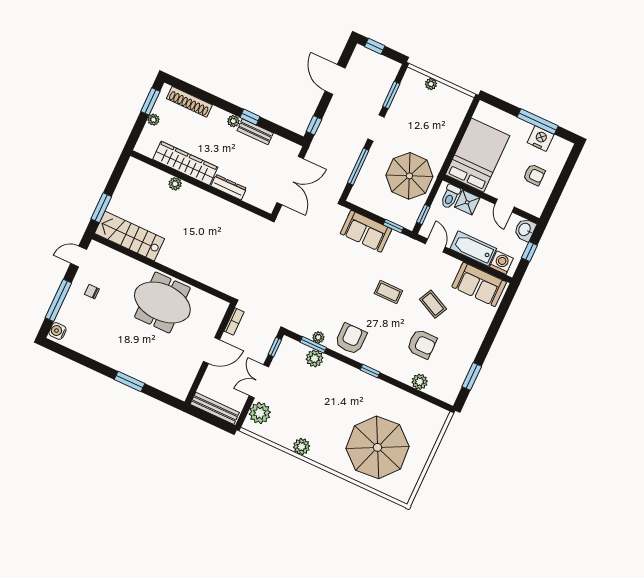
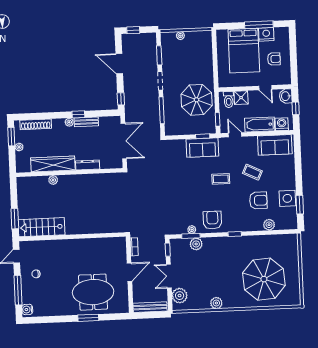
bed: (478, 155) -> (244, 51), moved, turned 180
sofa: (366, 231) -> (202, 148), moved
meeting table: (162, 302) -> (93, 292), moved
side table: (460, 360) -> (287, 198), added

